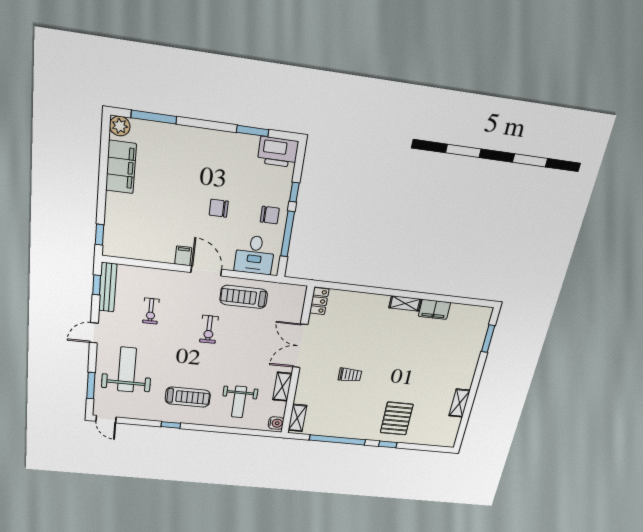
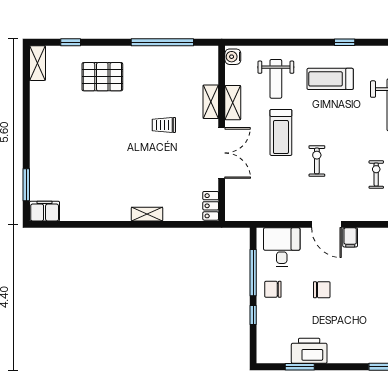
printer: (278, 152) -> (309, 351), moved
treadmill: (244, 297) -> (281, 132), moved, turned 90
shelving: (405, 303) -> (147, 214), moved
filing cabinet: (434, 309) -> (45, 211), moved
weight bench: (239, 402) -> (276, 79), turned 180
shelving: (459, 403) -> (37, 63), moved
shelving: (297, 418) -> (211, 102), moved
pallet: (397, 418) -> (102, 77), turned 90
window: (388, 444) -> (71, 42), moved

